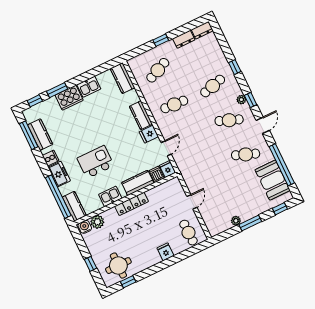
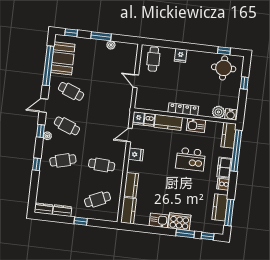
kitchen counter: (141, 115) -> (131, 185), moved
door: (192, 202) -> (136, 81), hinge flipped

